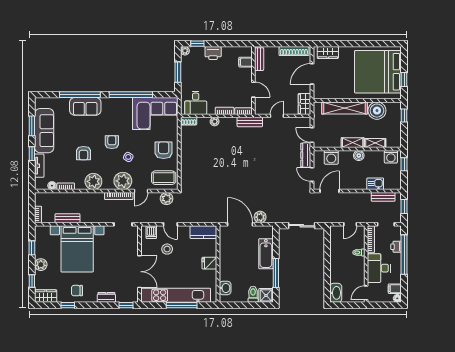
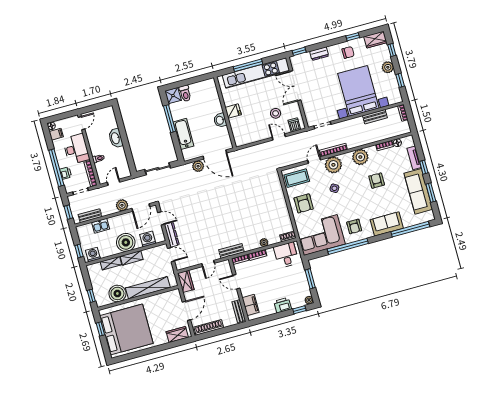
filing cabinet: (245, 62) -> (251, 305), width x2.00
window: (80, 95) -> (410, 229), moved
armchair: (112, 142) -> (354, 226), moved
boiler: (359, 156) -> (126, 242), width x1.86, depth x1.86
plant: (167, 199) -> (122, 205), moved
kitchen counter: (203, 232) -> (247, 138), removed
washbasin: (225, 288) -> (220, 120), moved
washbasin: (336, 293) -> (116, 138), moved

